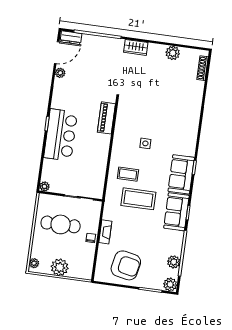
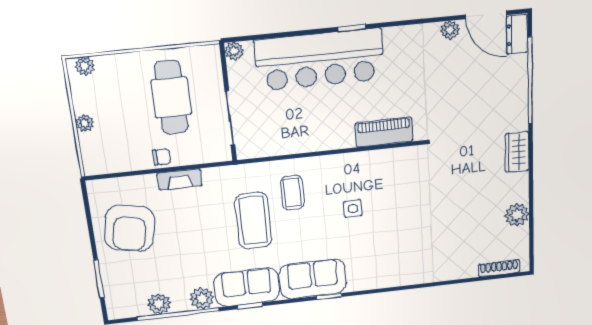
bar counter: (61, 135) -> (320, 60), width x1.36
plant: (60, 267) -> (85, 123), width x0.53, depth x0.53
plant: (170, 284) -> (202, 298), moved

